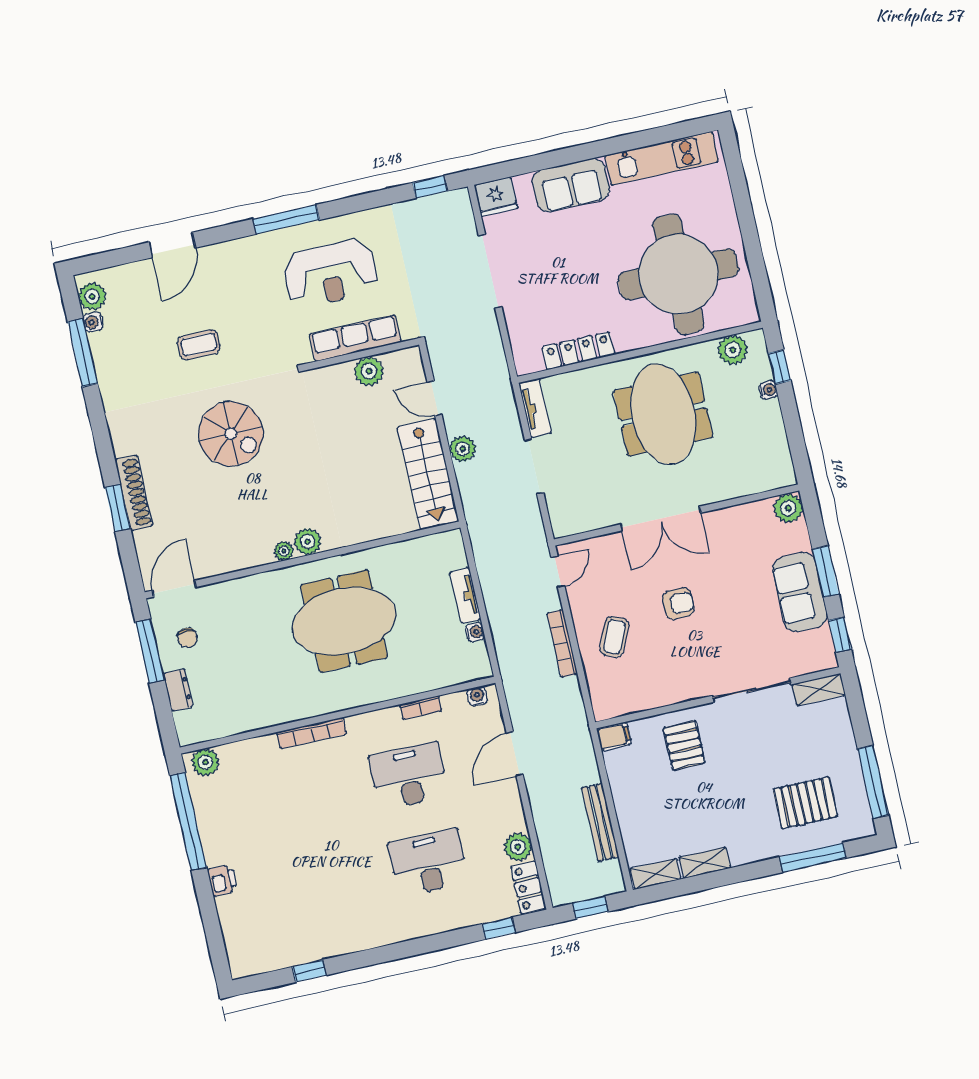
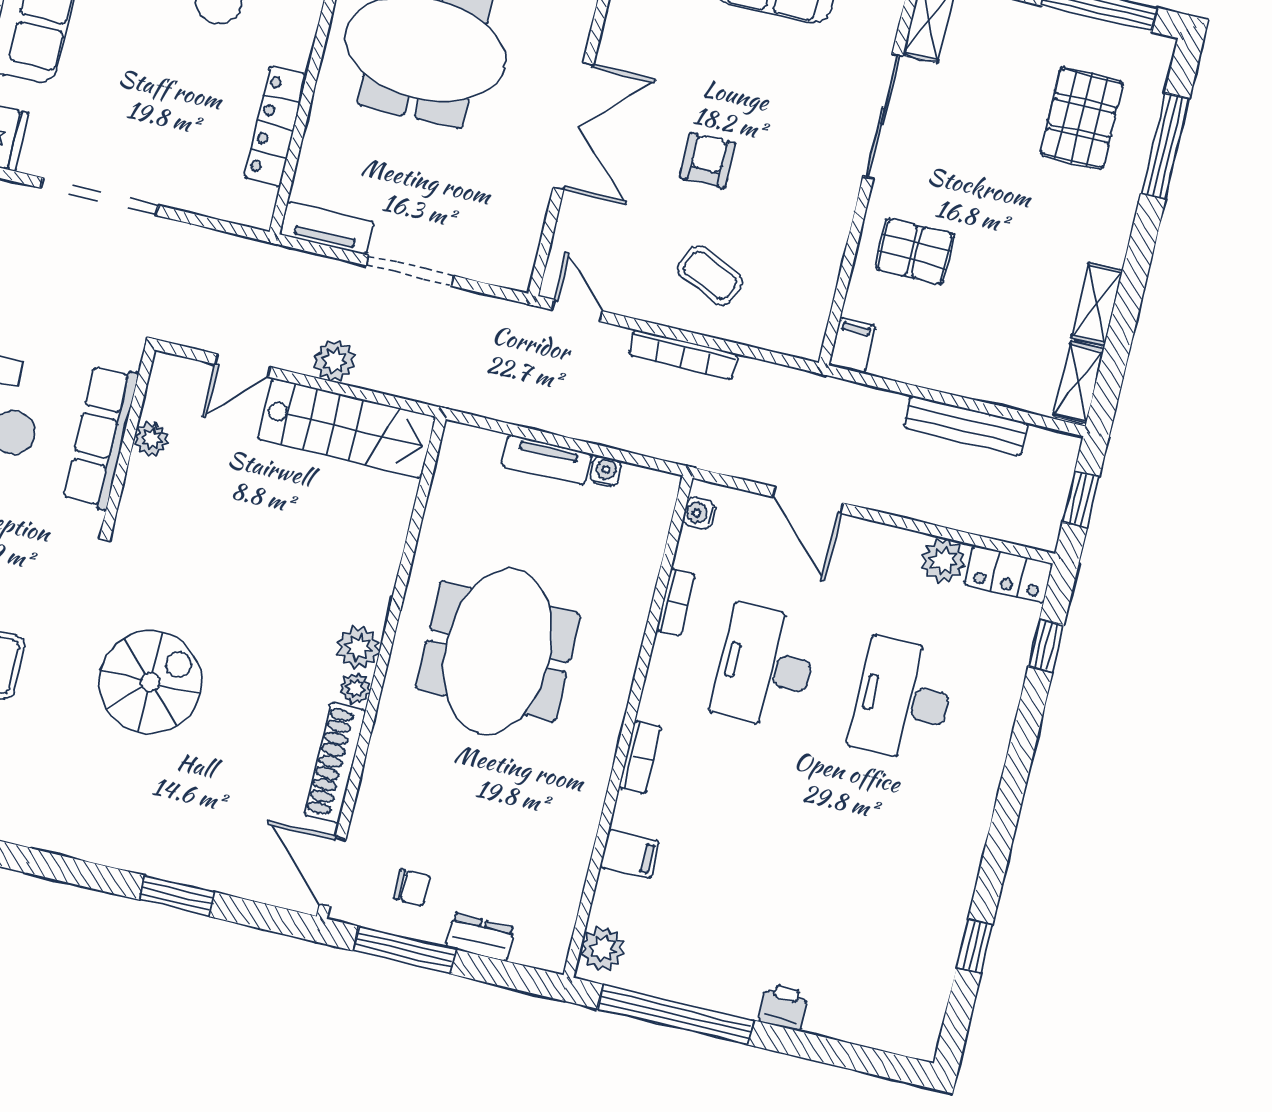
plant: (369, 371) -> (151, 439), width x0.73, depth x0.73
shoe rack: (134, 493) -> (335, 763), moved, turned -90
bookcase: (312, 733) -> (640, 757), width x0.64
filing cabinet: (266, 751) -> (630, 854), added

